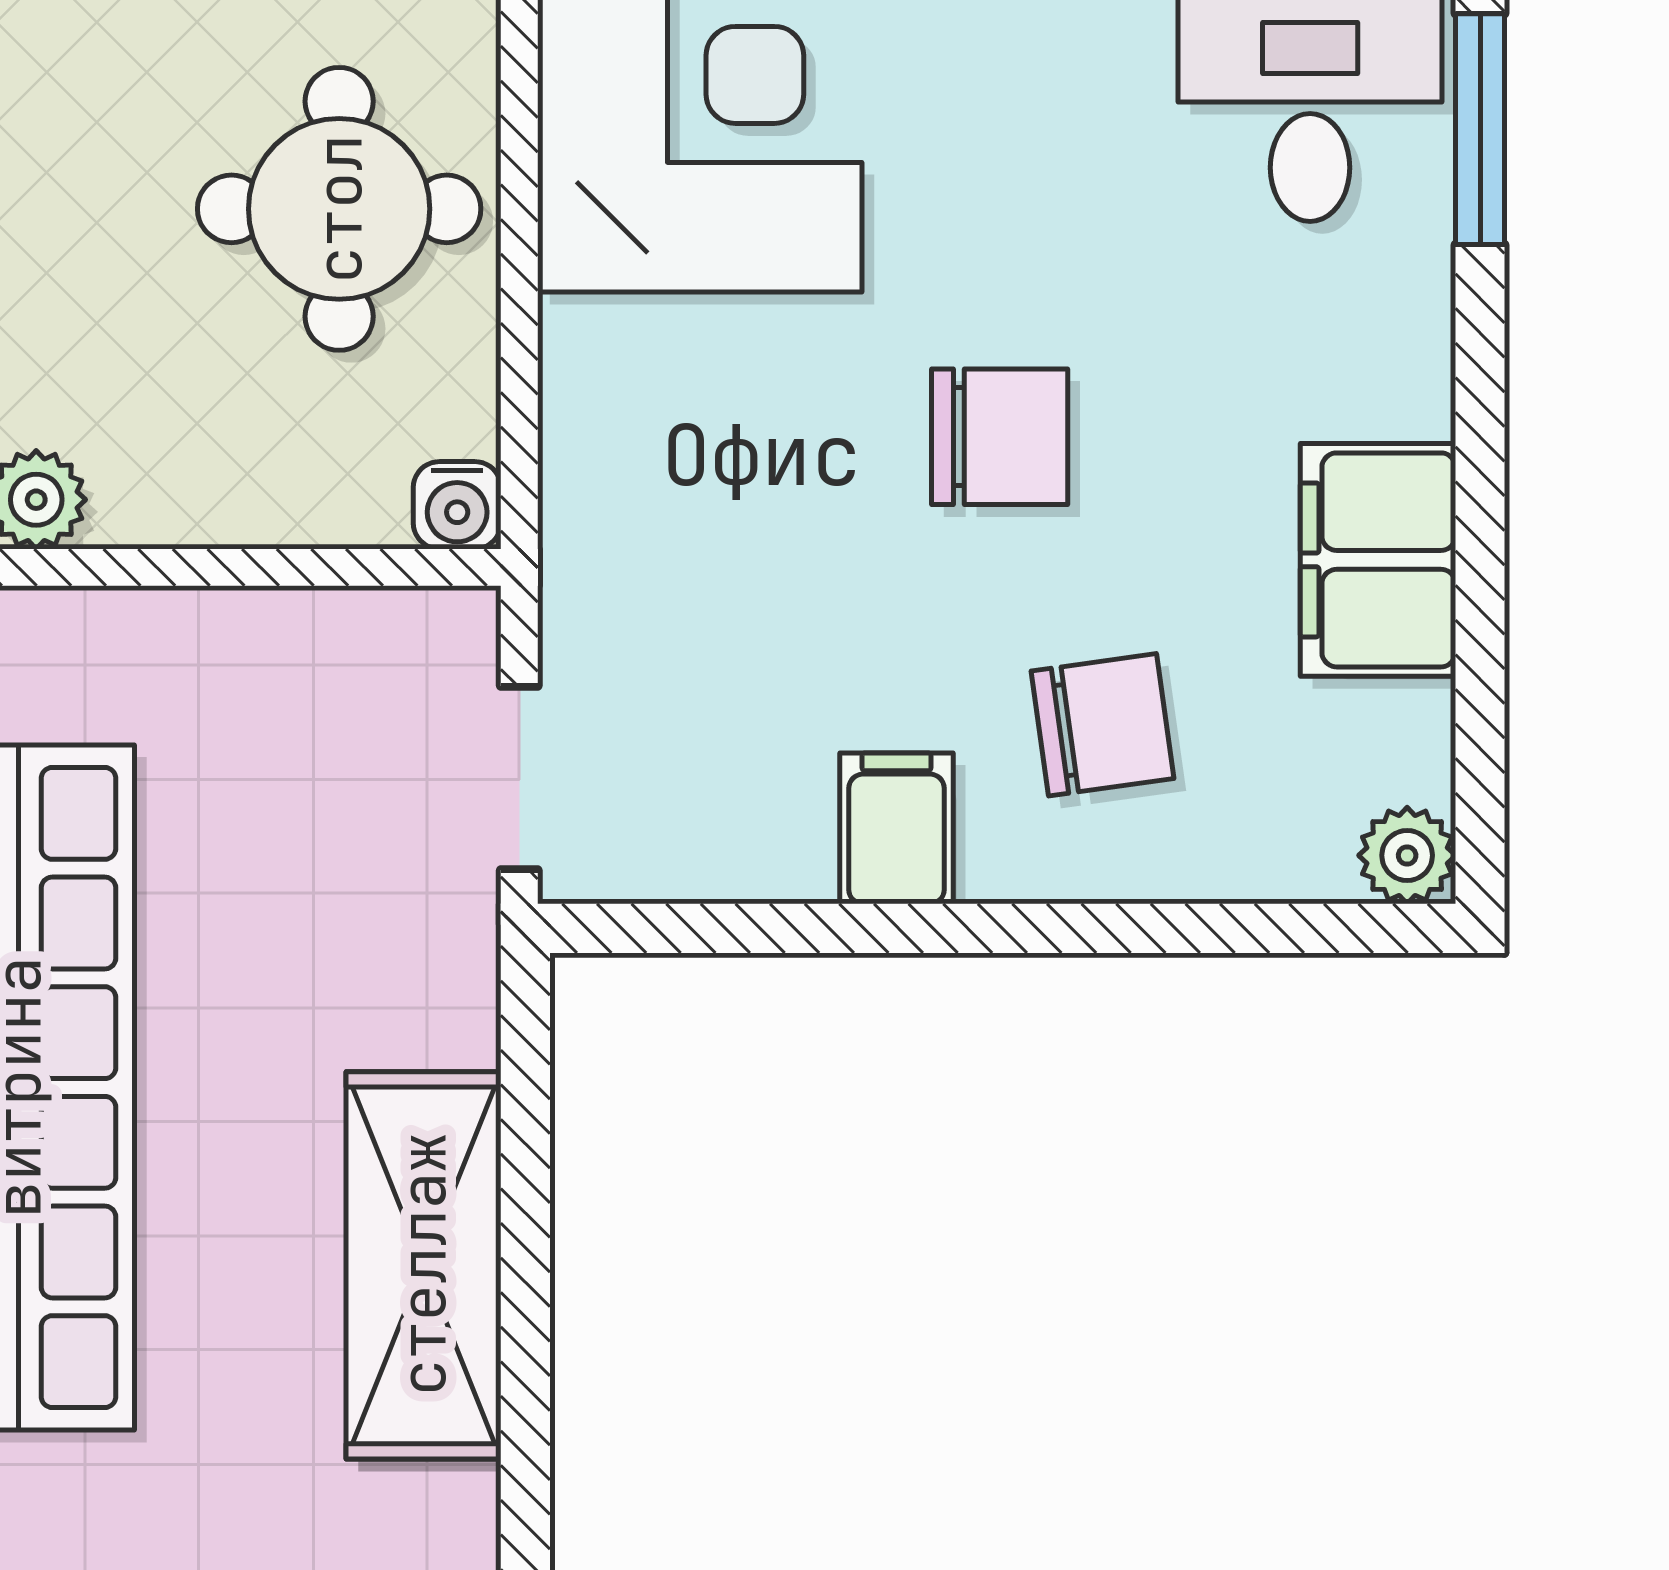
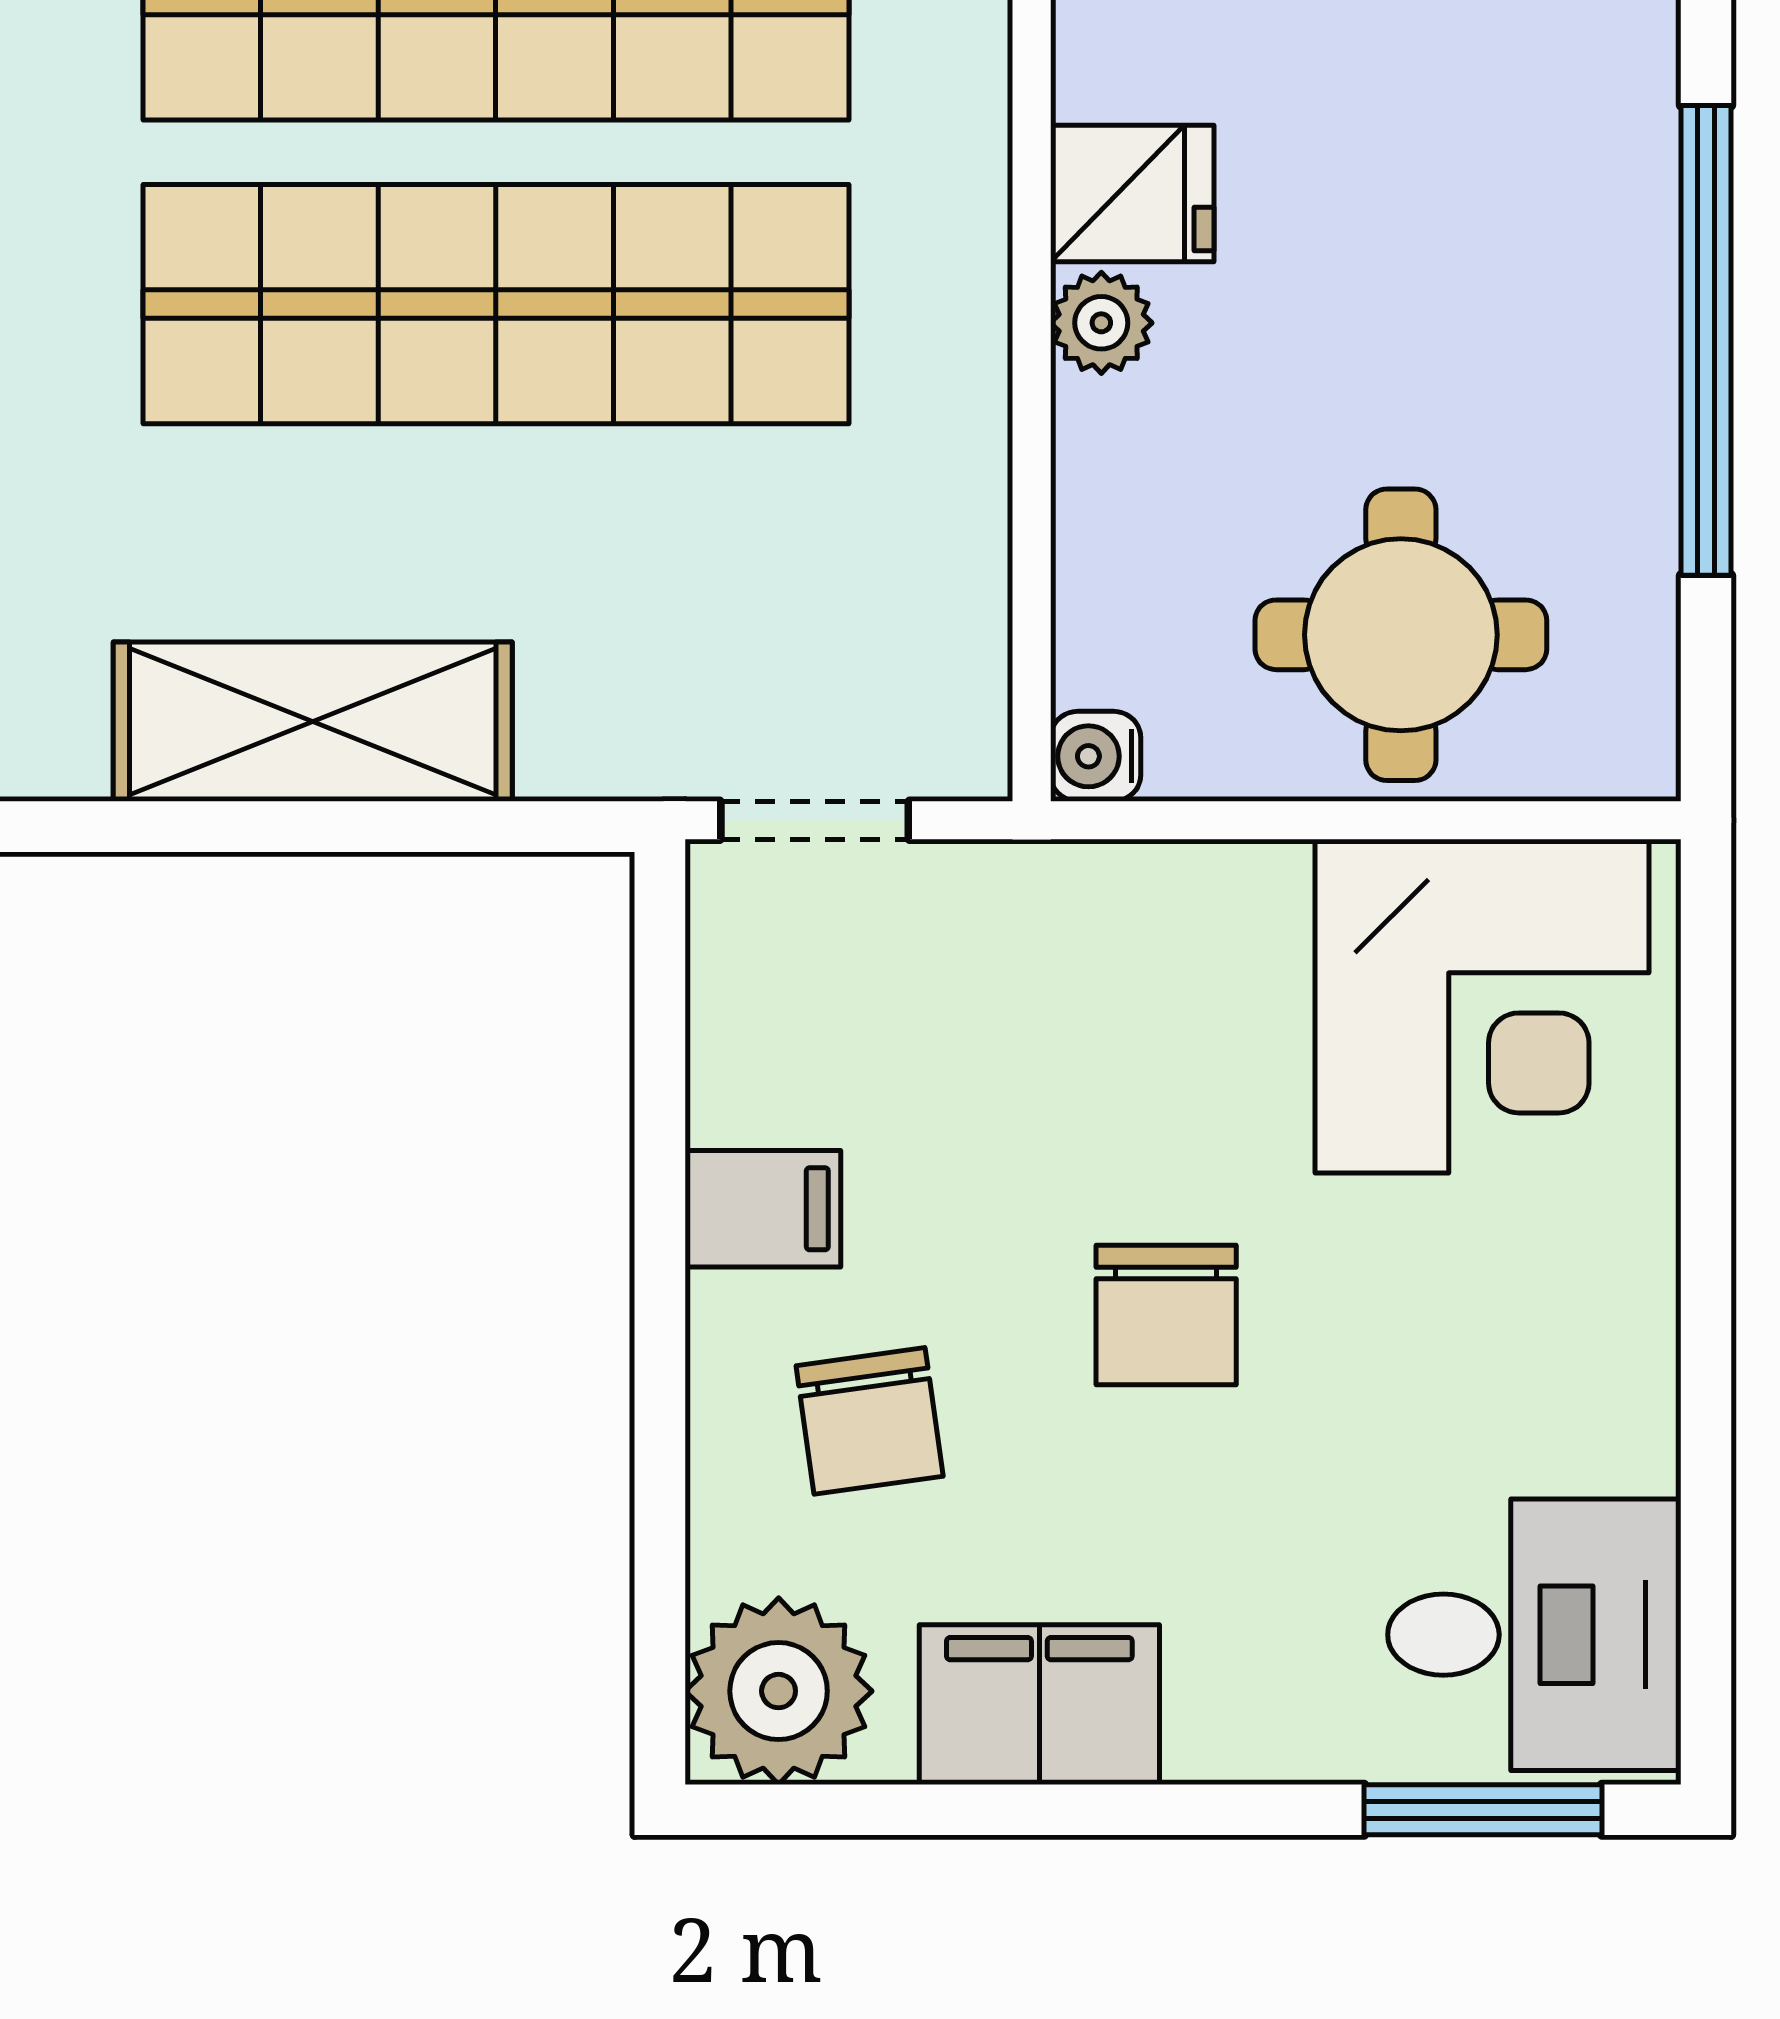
plant: (1407, 855) -> (779, 1691), width x1.88, depth x1.88

